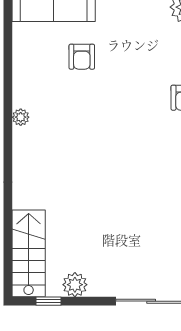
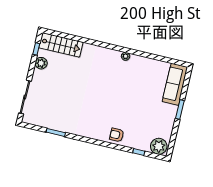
armchair: (82, 57) -> (147, 92), removed

